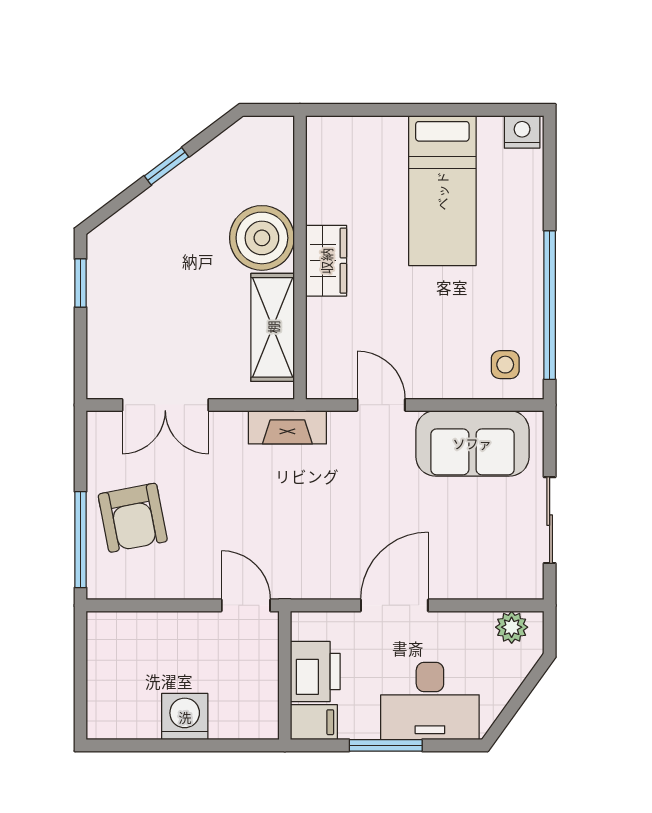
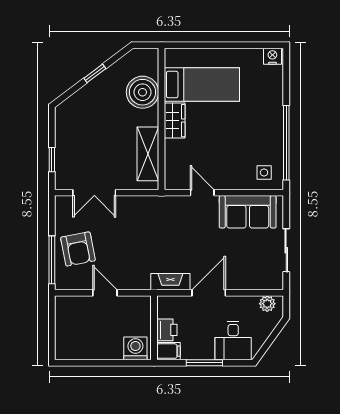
bed: (442, 191) -> (202, 85), moved, turned -90
boiler: (262, 238) -> (143, 92), moved
window: (81, 283) -> (52, 160), moved
fireplace: (287, 427) -> (170, 282), moved, turned 180
door: (246, 605) -> (105, 293), moved
printer: (315, 672) -> (167, 330), width x0.73, depth x0.81
desk: (430, 701) -> (233, 341), width x0.73
washing machine: (185, 717) -> (135, 348), moved

